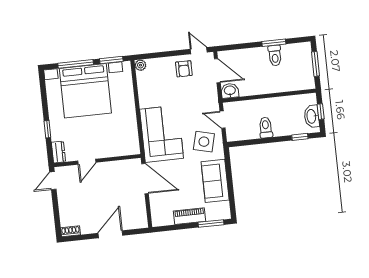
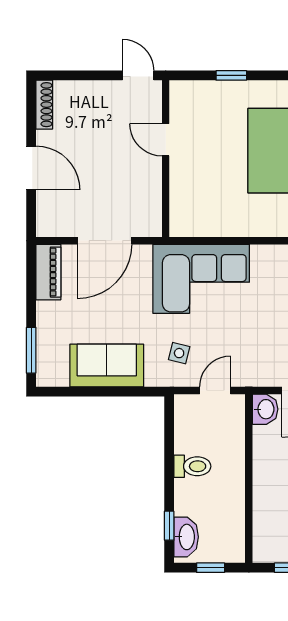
washbasin: (312, 116) -> (186, 537), moved, turned 90
side table: (204, 142) -> (179, 353), width x0.54, depth x0.54
dresser: (59, 152) -> (188, 91), removed
door: (145, 179) -> (105, 241), moved
piano: (190, 216) -> (48, 272), moved
shoe rack: (71, 231) -> (44, 105), width x1.43

